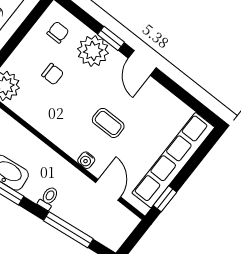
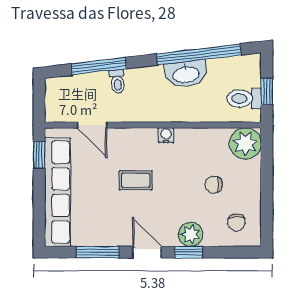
plant: (93, 51) -> (191, 234), width x0.73, depth x0.73
window: (179, 92) -> (98, 252), added
water cooler: (86, 160) -> (166, 135), moved
toilet: (48, 198) -> (117, 81), moved

